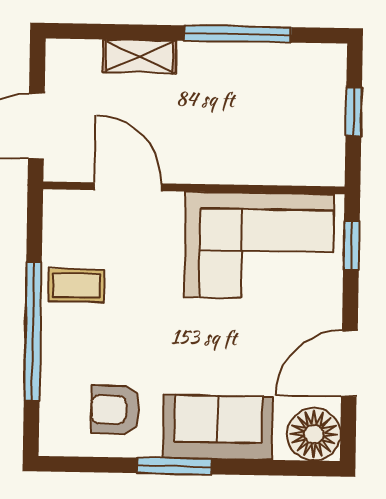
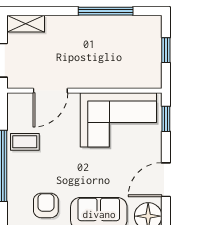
shelving: (140, 56) -> (26, 24), moved
door: (128, 187) -> (50, 91), swing flipped
armchair: (115, 410) -> (46, 205), turned 90

